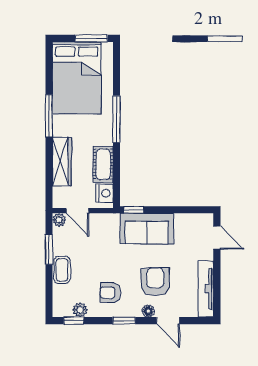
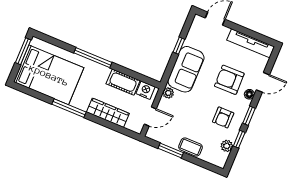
window: (134, 210) -> (179, 46), moved
plant: (59, 220) -> (168, 93), moved
window: (74, 321) -> (239, 139), moved

